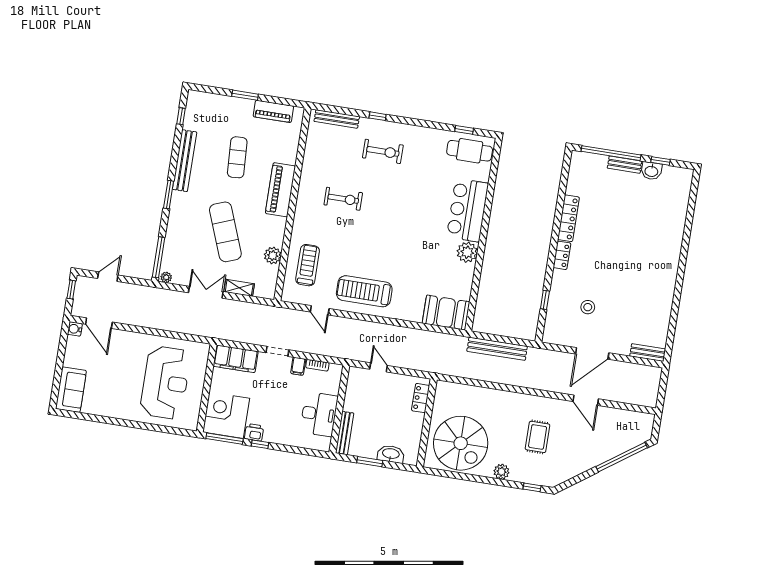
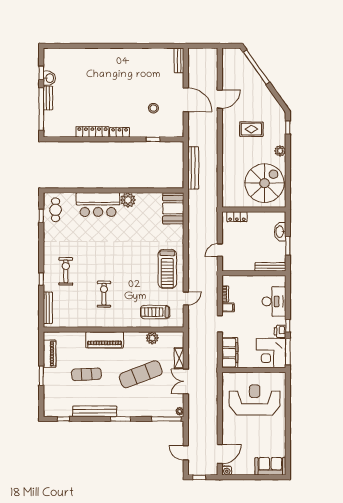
cafe table: (470, 151) -> (56, 210), width x0.73, depth x0.74
desk: (319, 414) -> (274, 301), moved, turned 90

